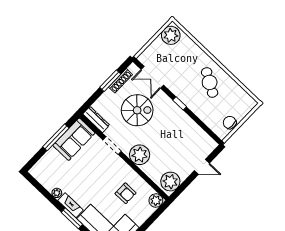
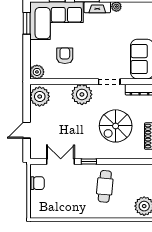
double door: (152, 77) -> (61, 162), moved
cafe table: (210, 82) -> (105, 186), moved, turned 65
armchair: (126, 193) -> (65, 56), turned 90

